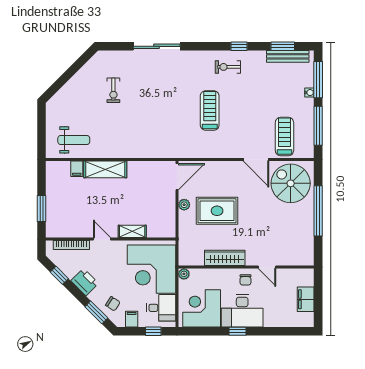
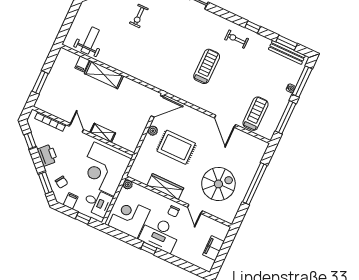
weight bench: (74, 140) -> (90, 40), turned -90
spiral stairs: (291, 183) -> (218, 184), moved, turned 90

